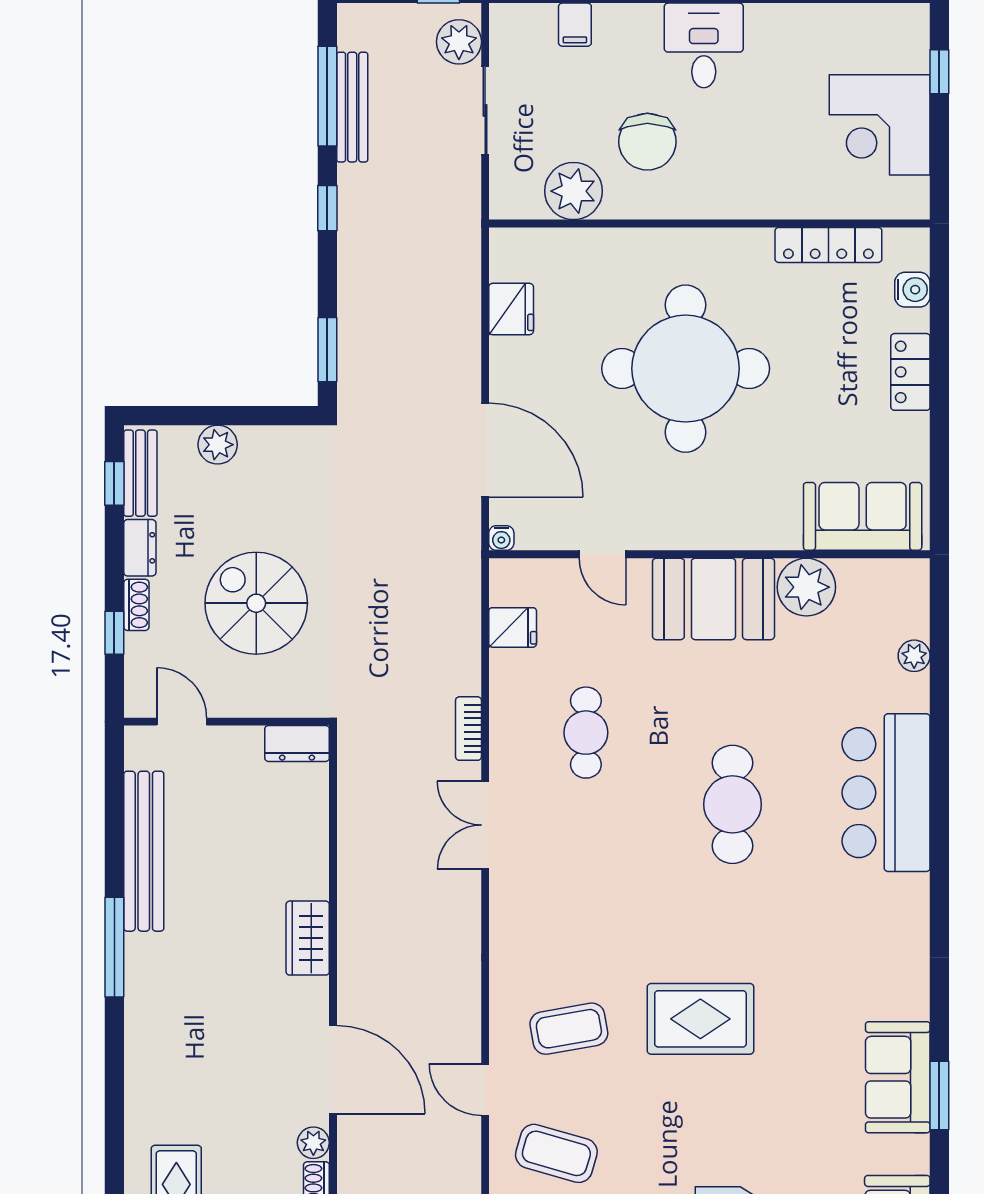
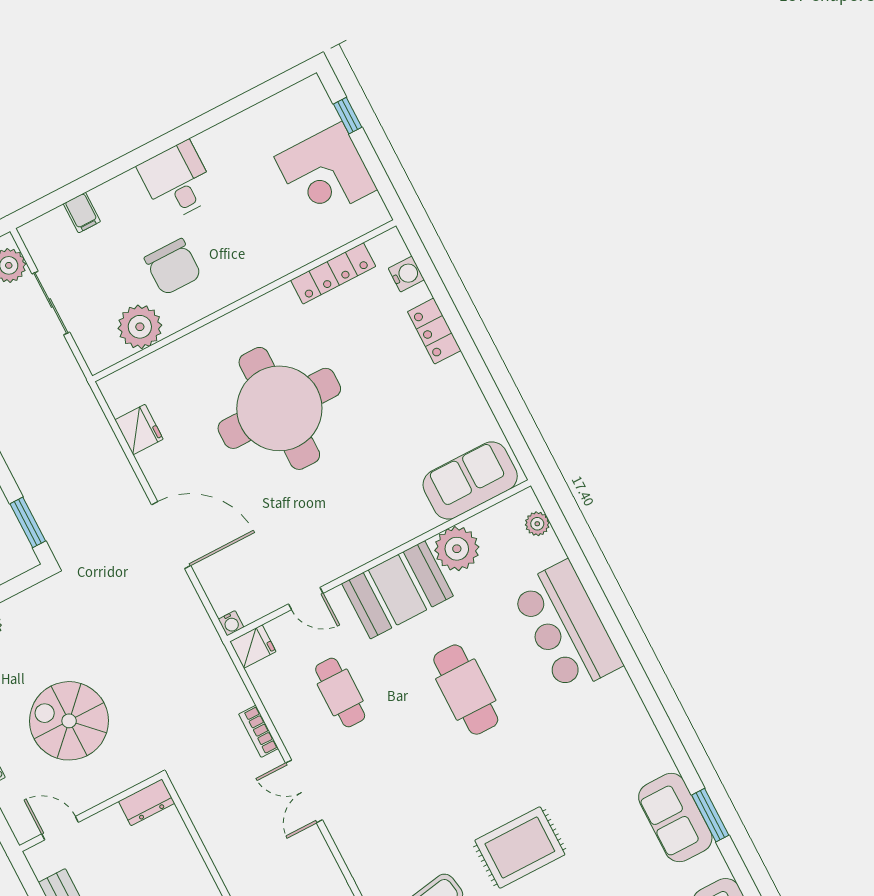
sofa: (863, 516) -> (470, 480), moved
water cooler: (501, 538) -> (231, 623), moved
door: (602, 554) -> (306, 599), moved
wall: (709, 554) -> (379, 561), moved
plant: (806, 587) -> (457, 549), moved
booth: (713, 599) -> (397, 590), moved

